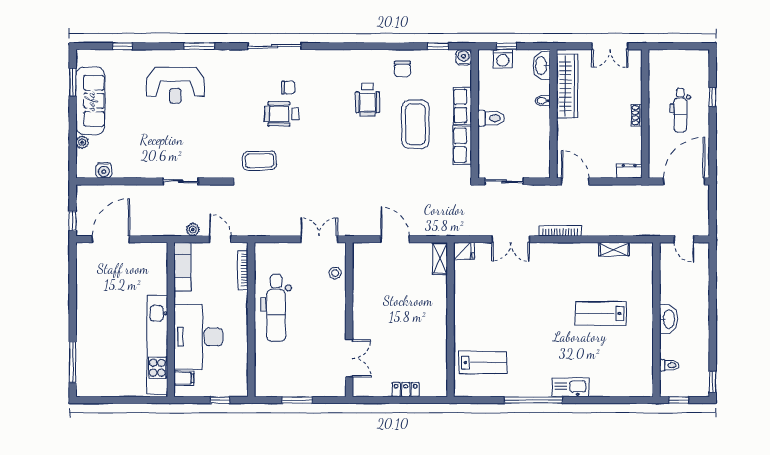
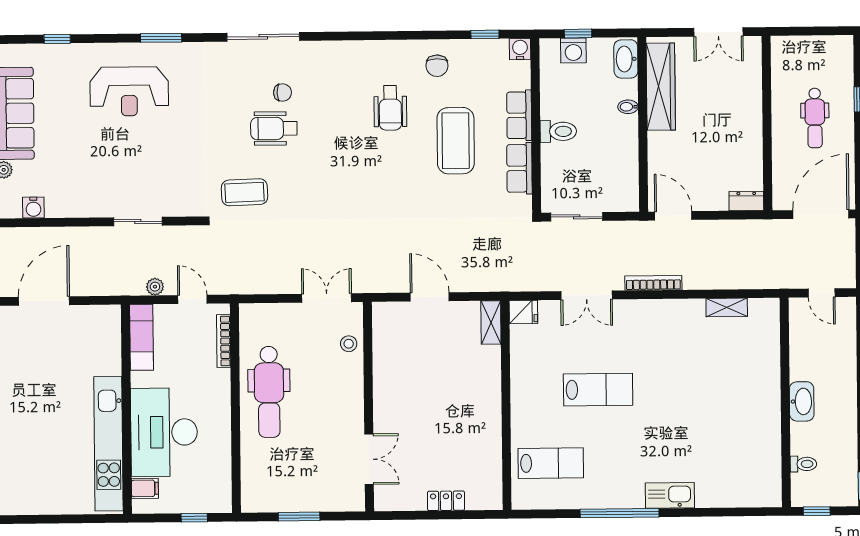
shoe rack: (637, 115) -> (756, 125), removed
lab bench: (601, 314) -> (598, 390), moved, turned 180

